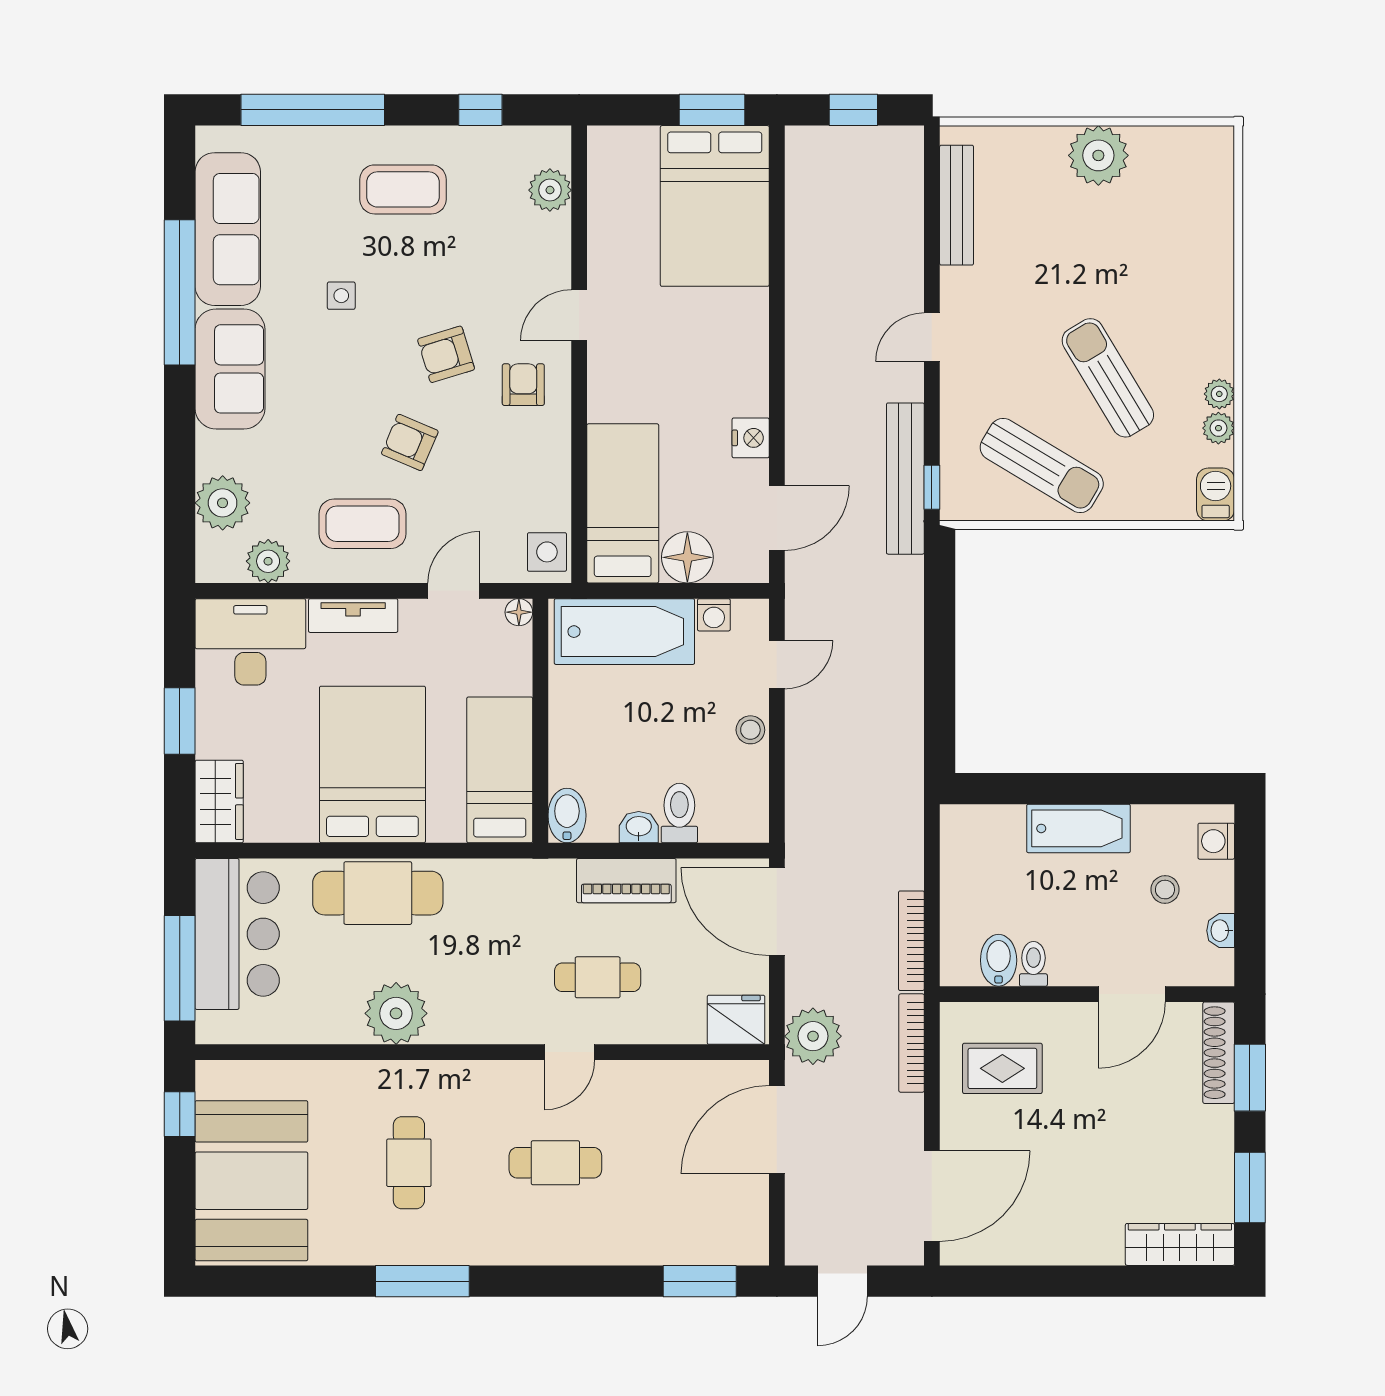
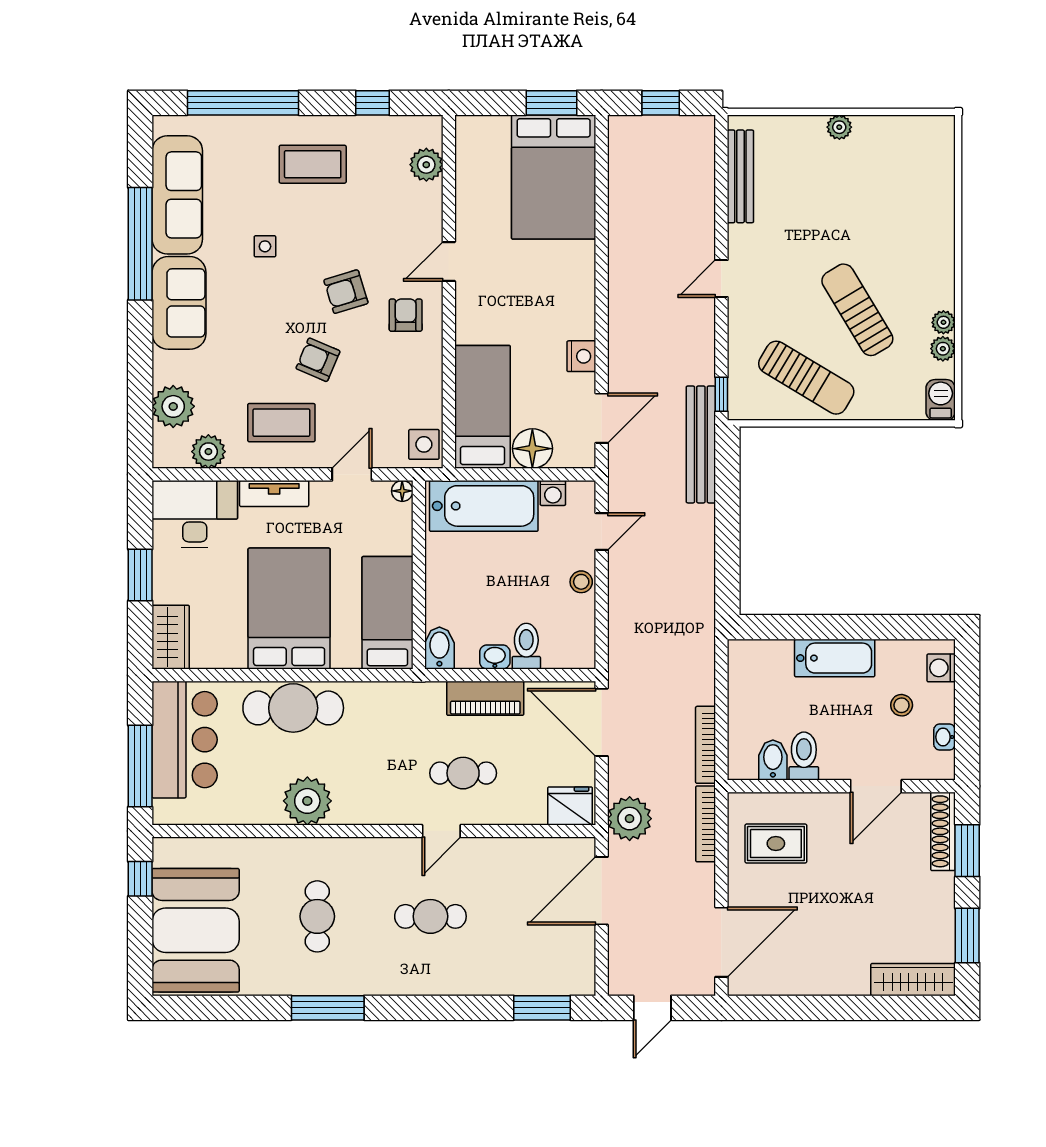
plant: (1098, 155) -> (839, 127), width x0.53, depth x0.53
bench: (905, 479) -> (701, 444), moved
toilet: (1033, 964) -> (804, 756), width x1.37, depth x1.39

